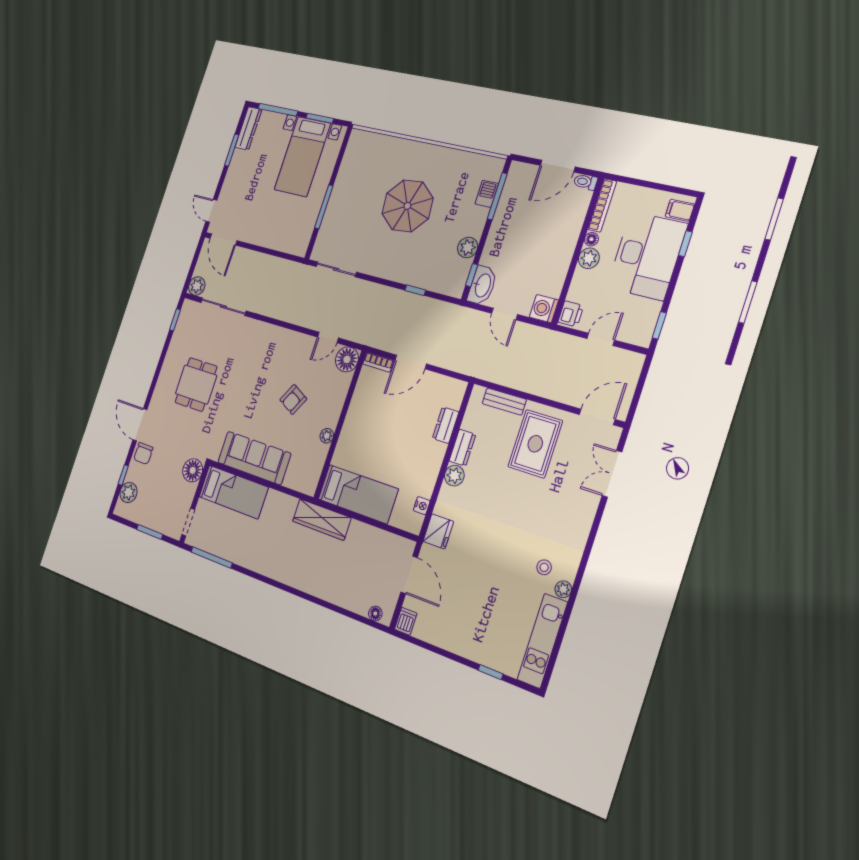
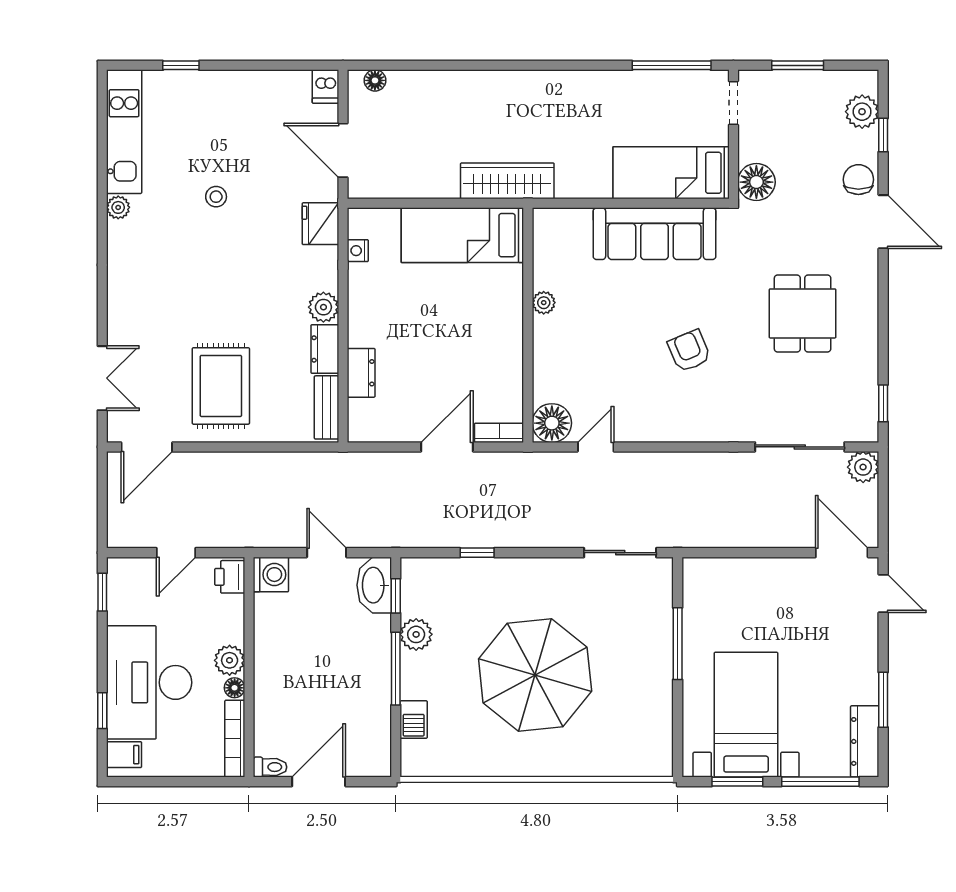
window: (497, 196) -> (396, 669), moved
parasol: (407, 206) -> (535, 675), width x1.36, depth x1.36
armchair: (293, 399) -> (689, 351), moved, turned -51
bench: (504, 402) -> (326, 407), moved, turned 90
stool: (544, 567) -> (216, 197), moved

